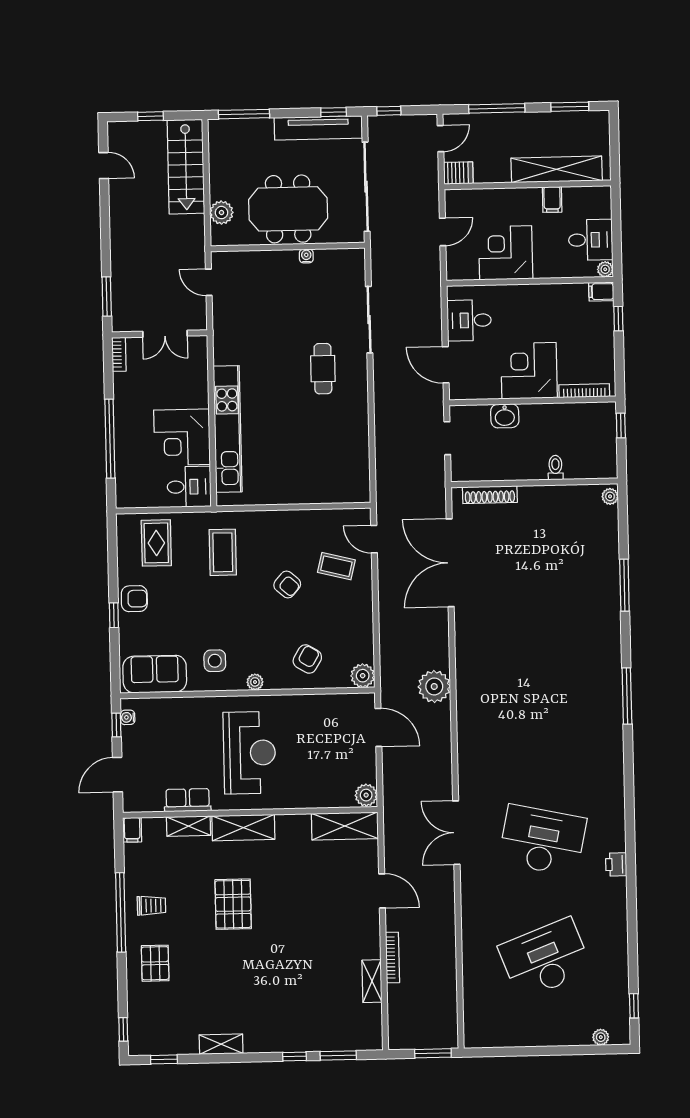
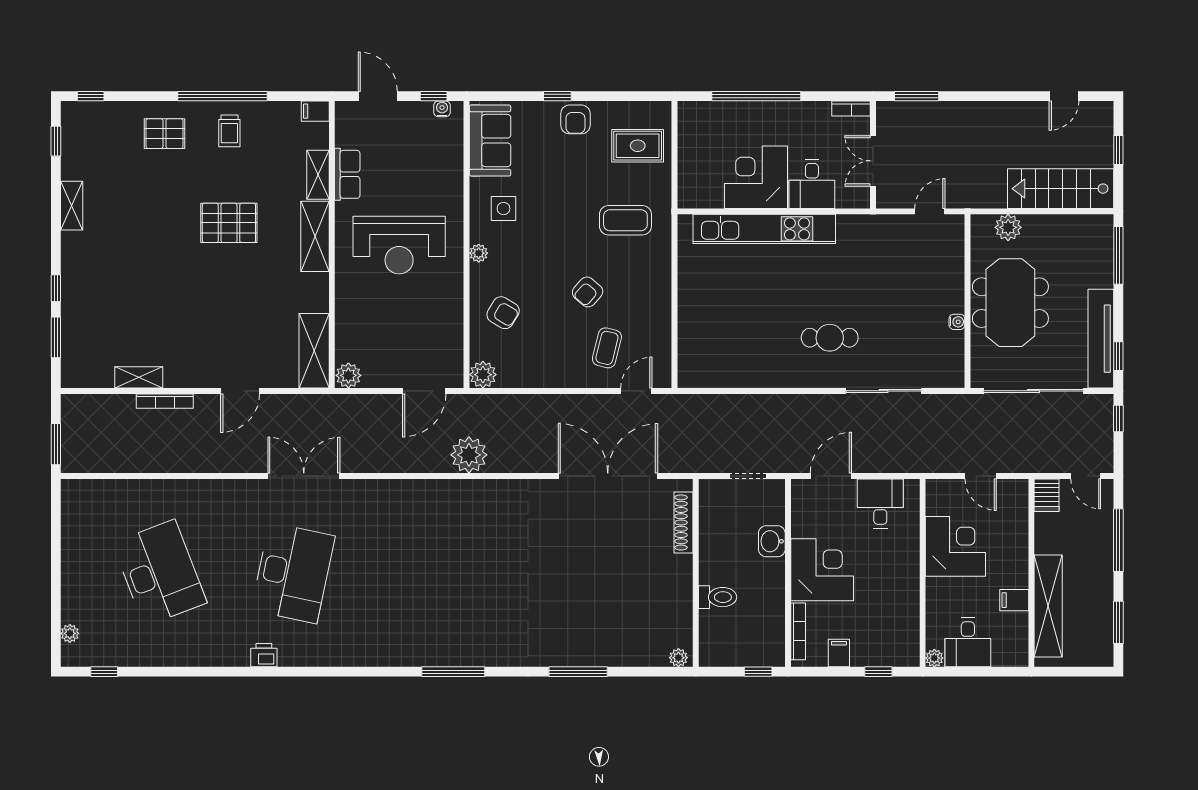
filing cabinet: (601, 292) -> (839, 653), moved
toilet: (555, 468) -> (718, 597), width x1.37, depth x1.39
desk: (189, 487) -> (812, 184), moved

